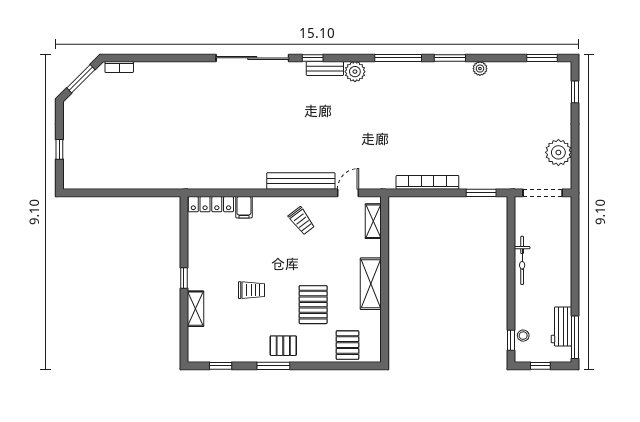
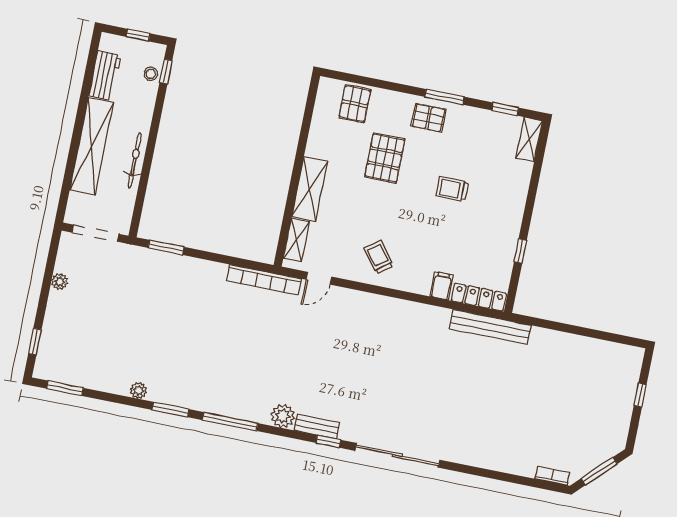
plant: (558, 152) -> (59, 282), width x0.53, depth x0.53
bench: (301, 181) -> (490, 327), moved
bookcase: (427, 182) -> (264, 280), moved
shelving: (560, 265) -> (92, 146), added
window: (184, 278) -> (520, 251), moved
shelving: (371, 284) -> (310, 189), moved
shelving: (195, 309) -> (529, 139), moved
window: (575, 337) -> (92, 60), removed

